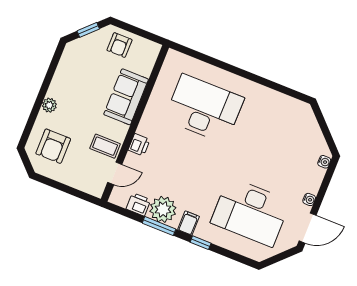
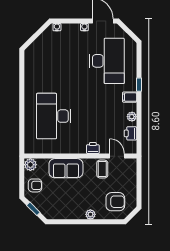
plant: (150, 50) -> (30, 165), added
plant: (163, 209) -> (132, 117), width x0.53, depth x0.53
window: (159, 226) -> (139, 115), removed

